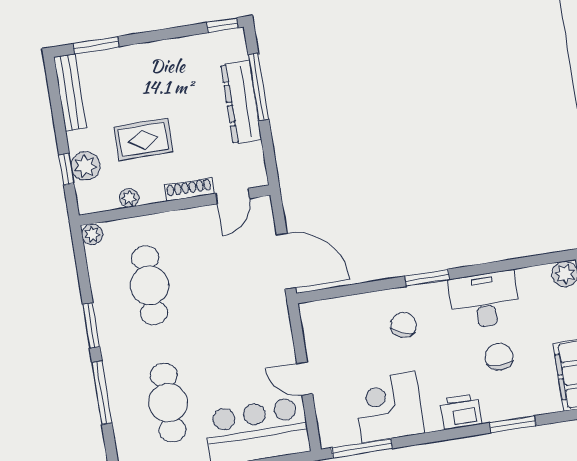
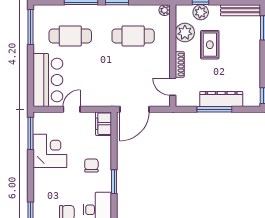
window: (258, 87) -> (214, 109), moved
plant: (129, 198) -> (185, 33), width x1.88, depth x1.88
filing cabinet: (322, 315) -> (104, 124), added
chair: (404, 325) -> (91, 165), turned -111
printer: (461, 412) -> (41, 188), removed

